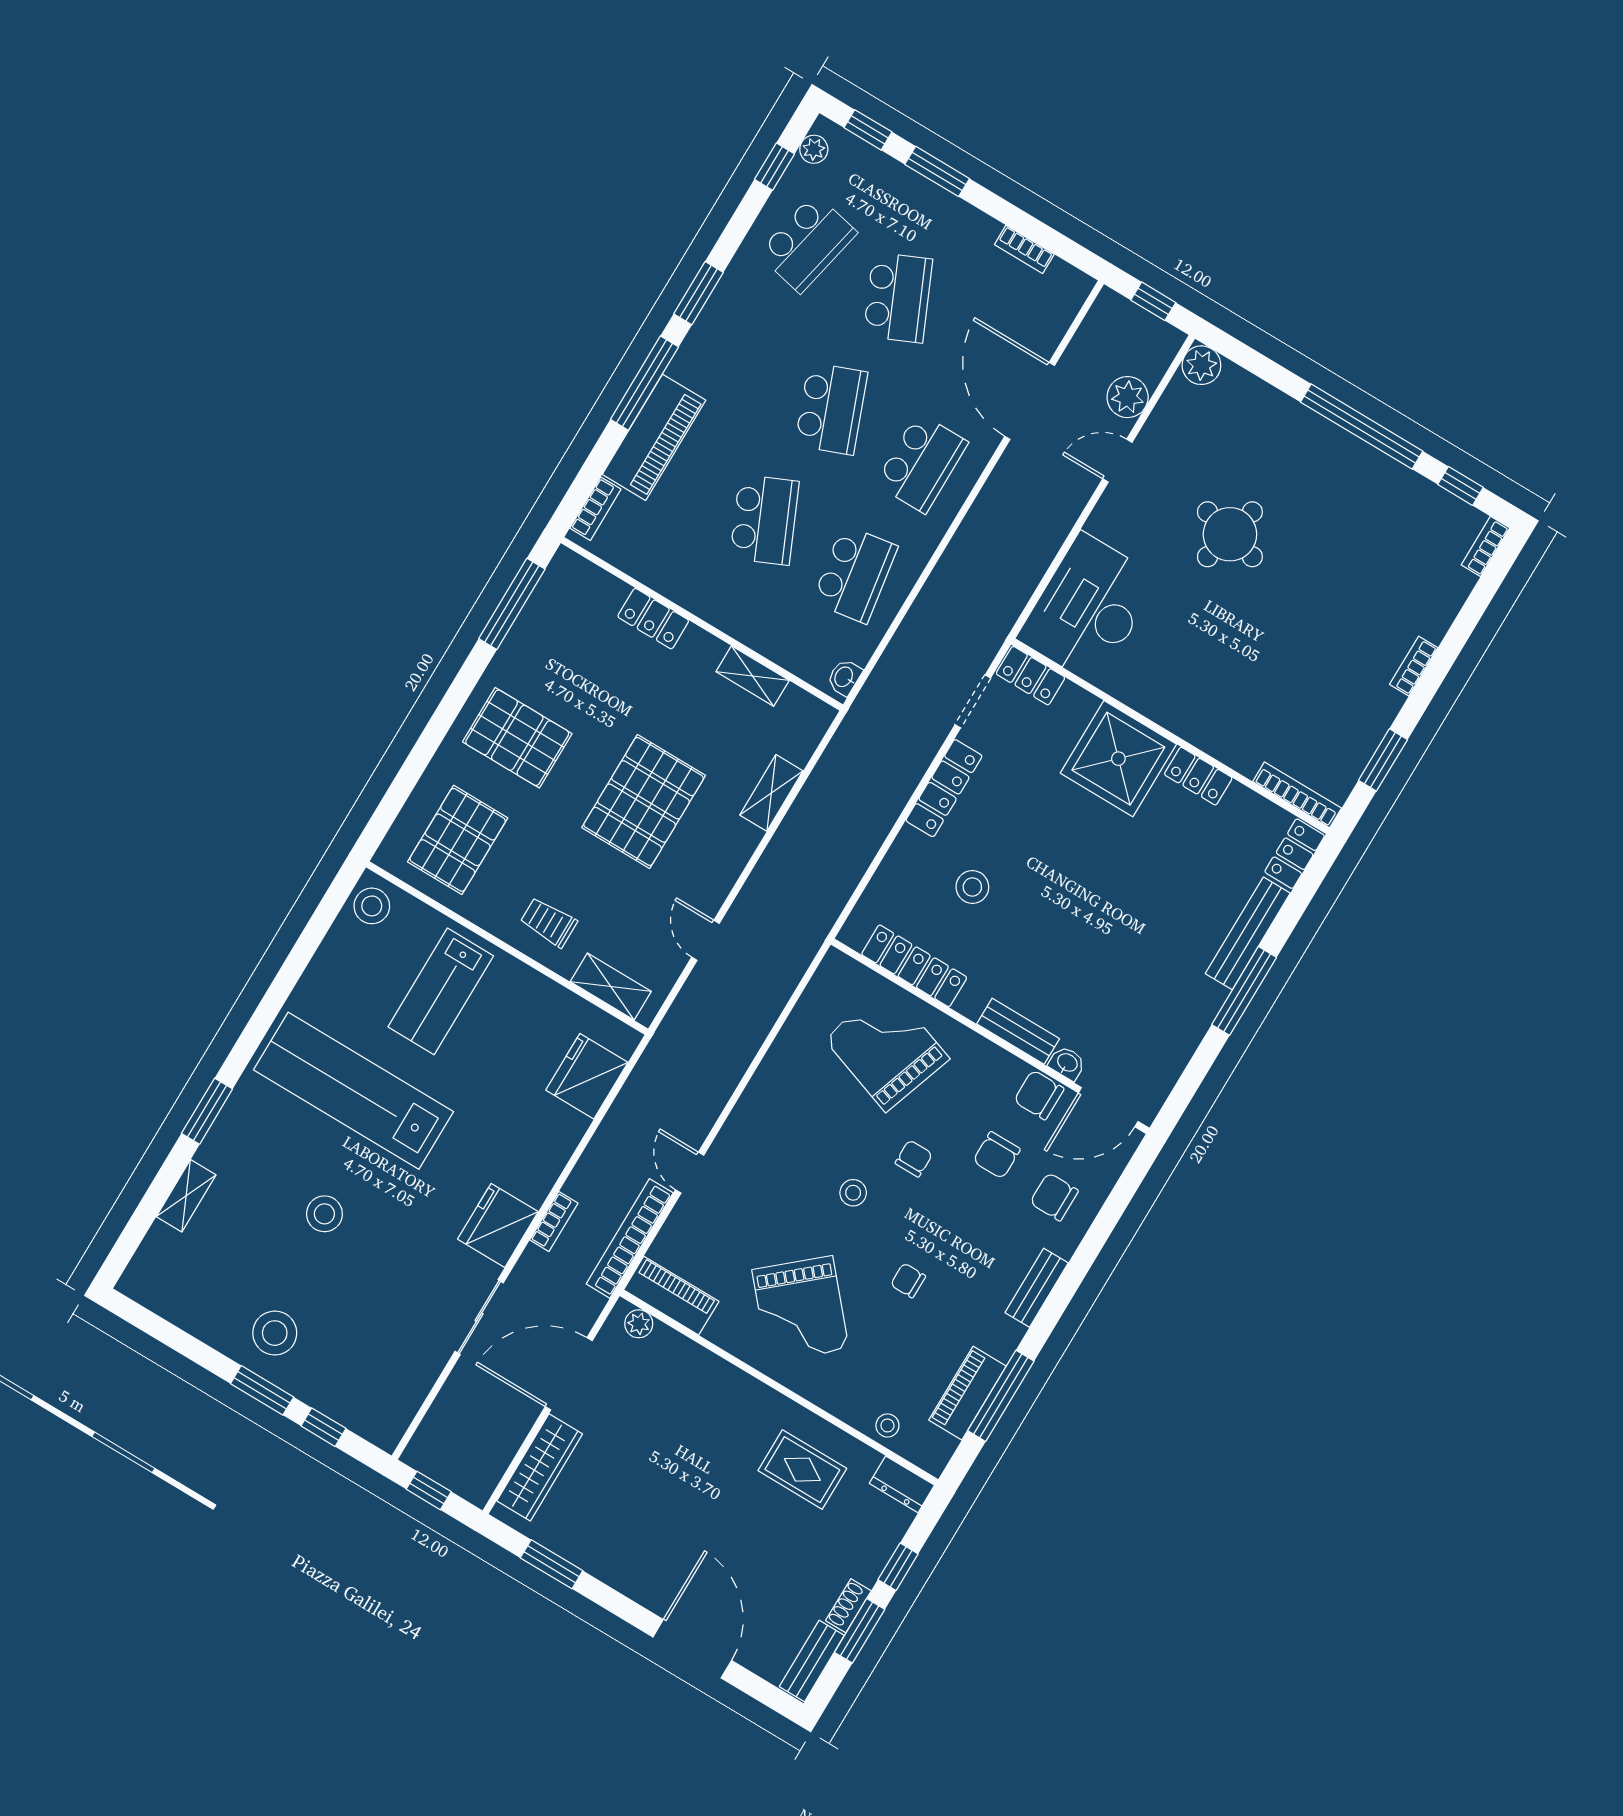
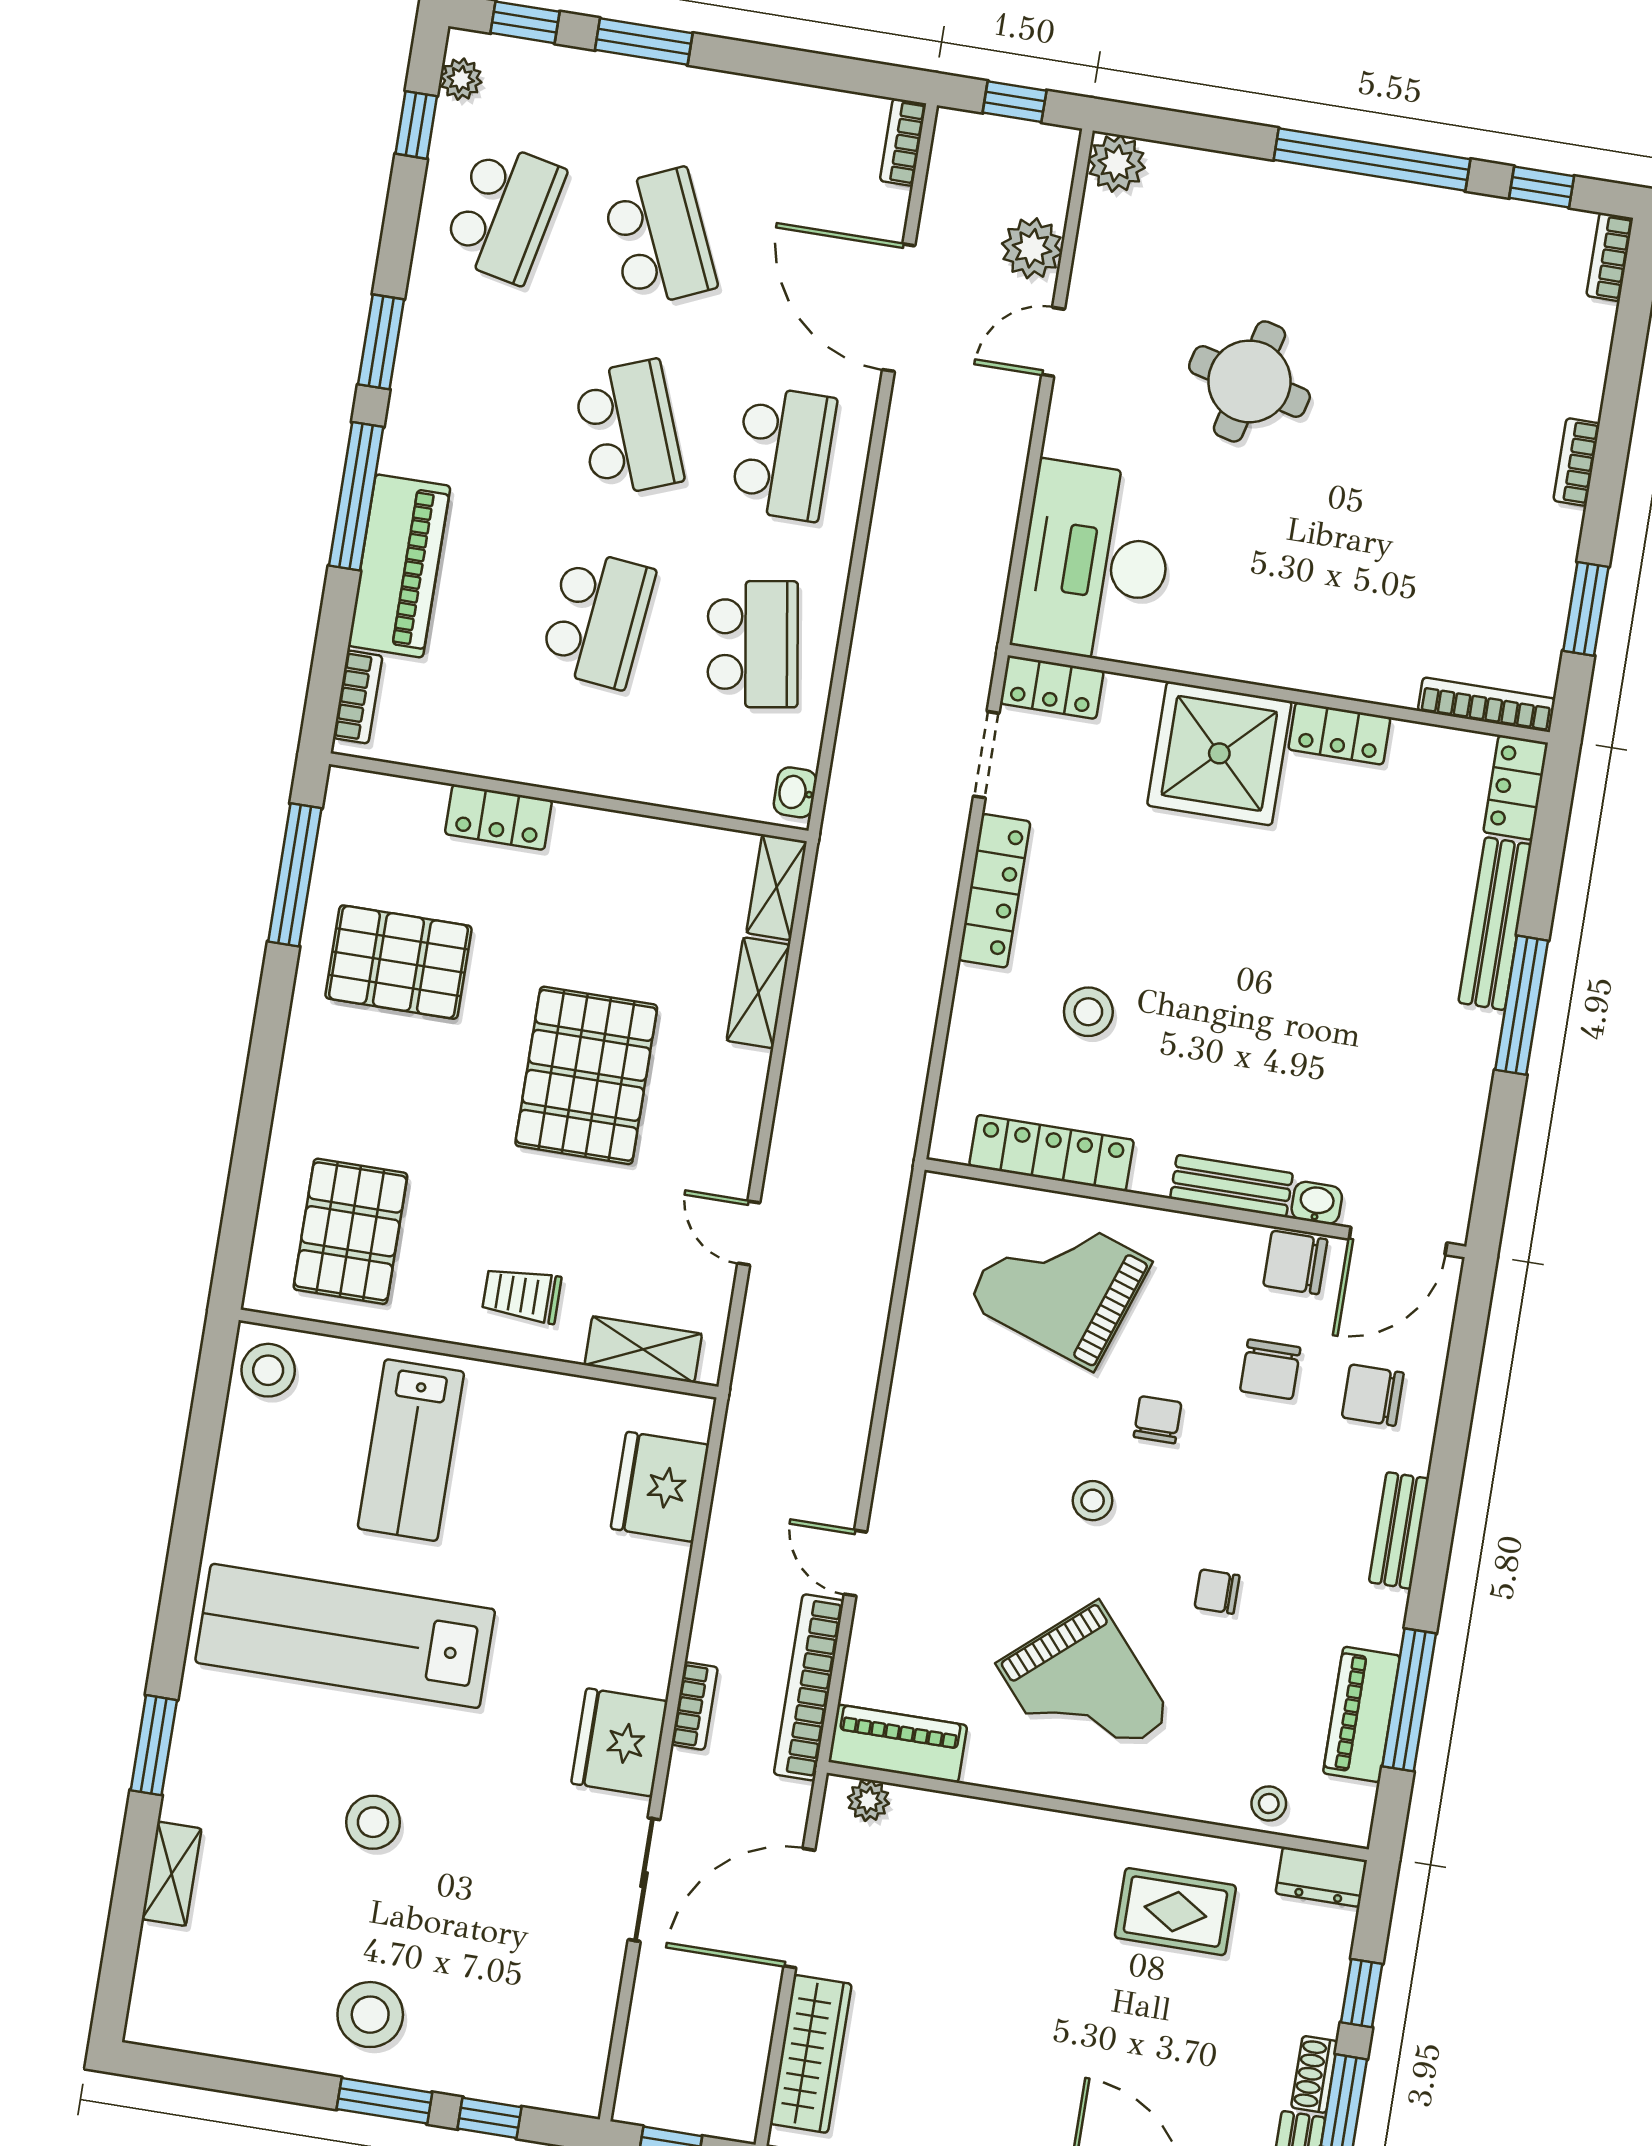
bookcase: (1024, 249) -> (903, 142), moved, turned 90
school desk: (764, 520) -> (598, 619), turned 30
shelving: (753, 676) -> (777, 887), moved, turned 90
pallet: (517, 738) -> (398, 962), moved

